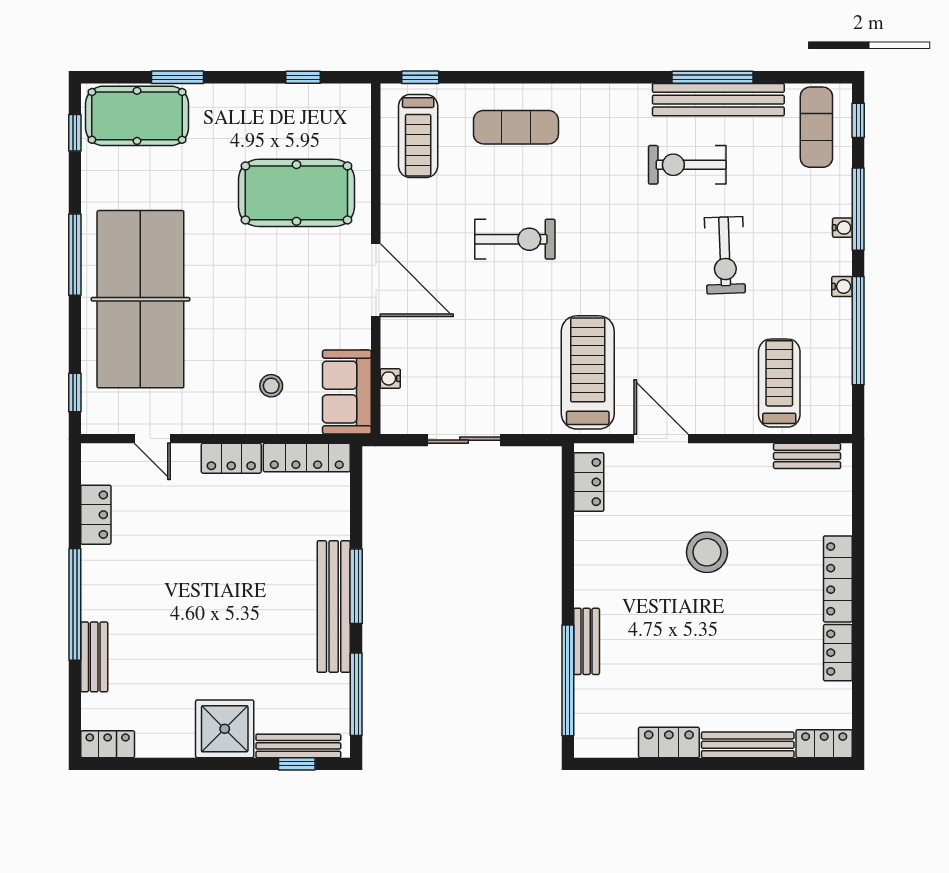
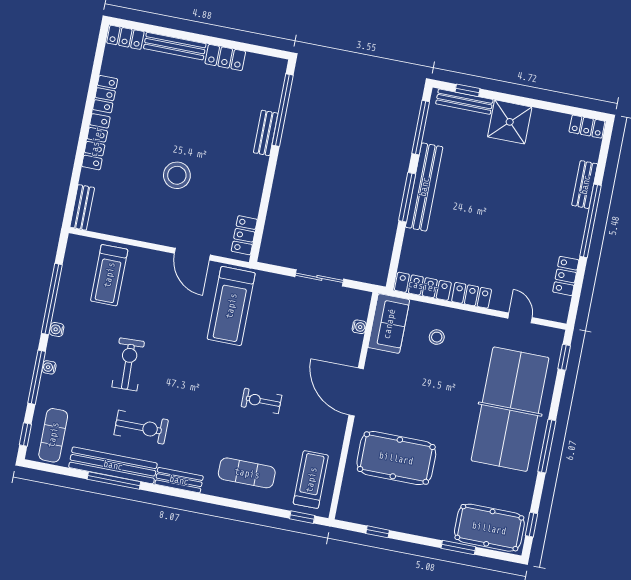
bench: (615, 97) -> (179, 480), added
exercise bike: (515, 239) -> (261, 401), width x0.73, depth x0.72
bench: (807, 456) -> (82, 207), moved, turned 90

